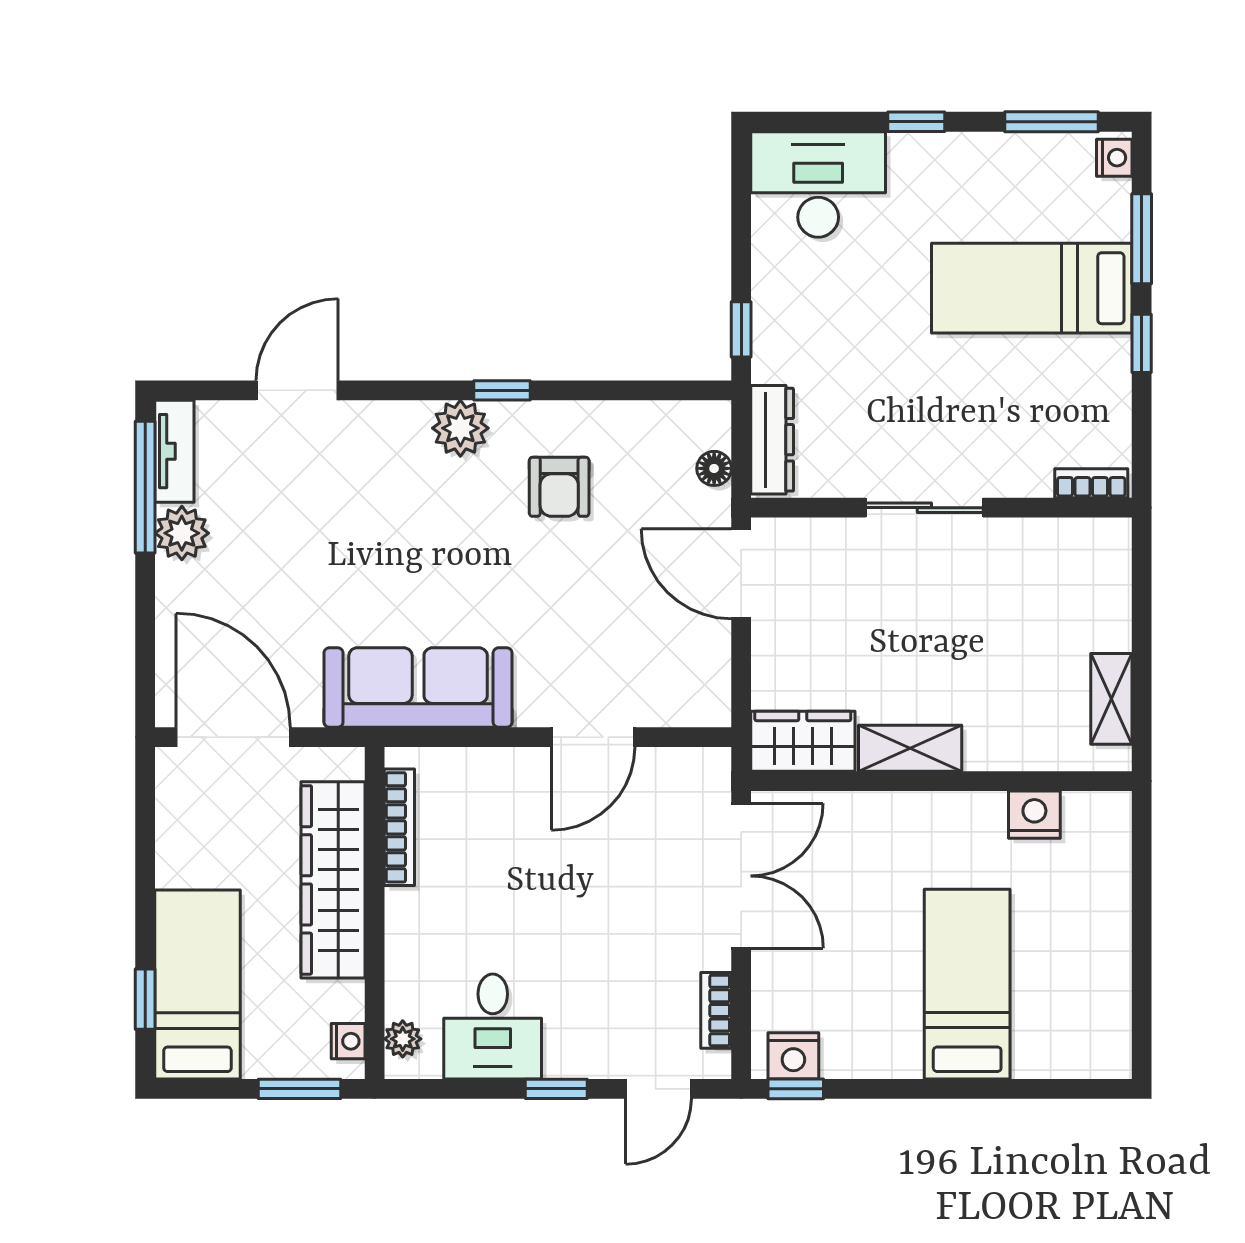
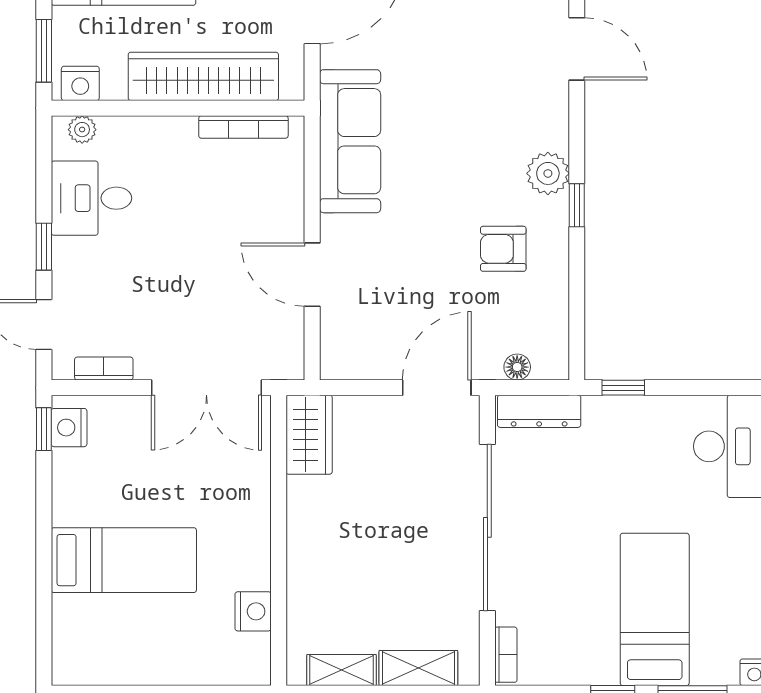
sliding door: (924, 508) -> (487, 527), width x1.86
shelving: (910, 748) -> (418, 668), moved, turned 90
nightstand: (348, 1041) -> (80, 83), width x1.39, depth x1.35

